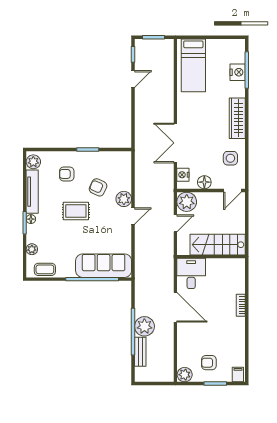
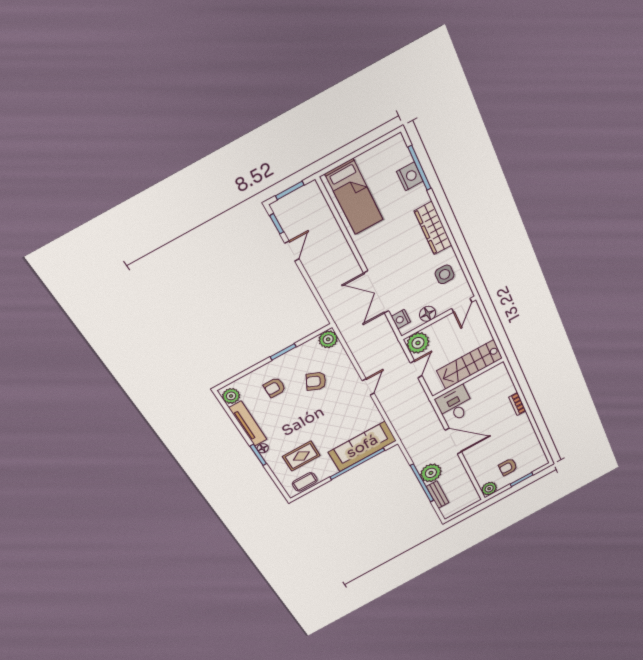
plant: (124, 199) -> (328, 339), moved
rug: (76, 211) -> (301, 456), moved
plant: (32, 249) -> (281, 473), removed
filing cabinet: (238, 375) -> (540, 461), removed

